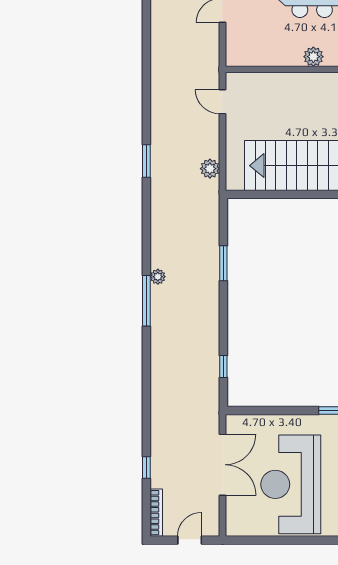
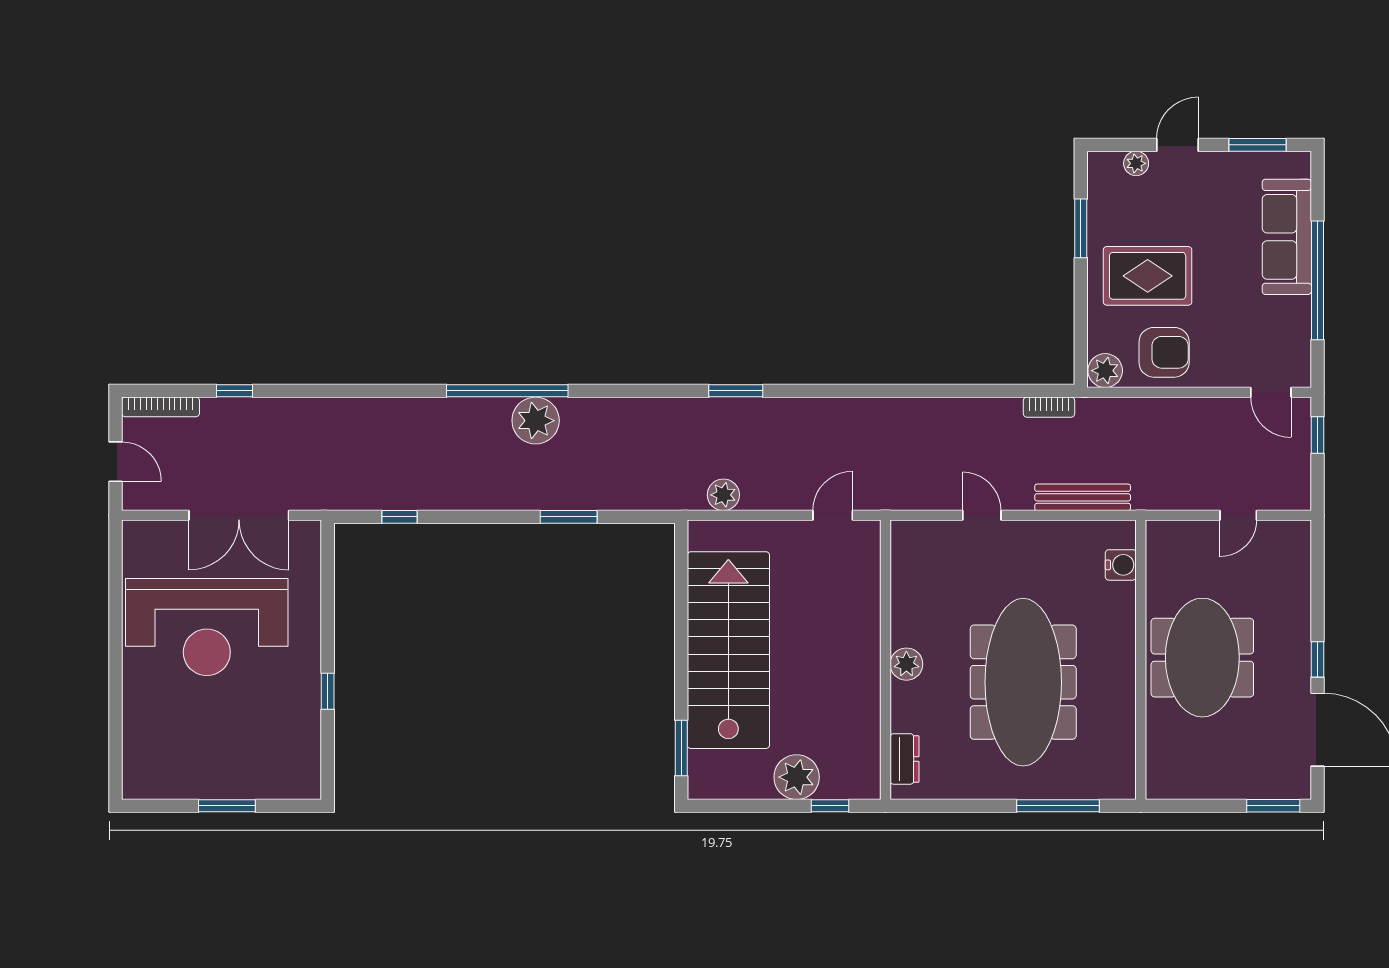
plant: (158, 277) -> (536, 421), width x1.88, depth x1.88
window: (146, 301) -> (507, 391), width x1.46
reception desk: (291, 484) -> (207, 627), turned 180

